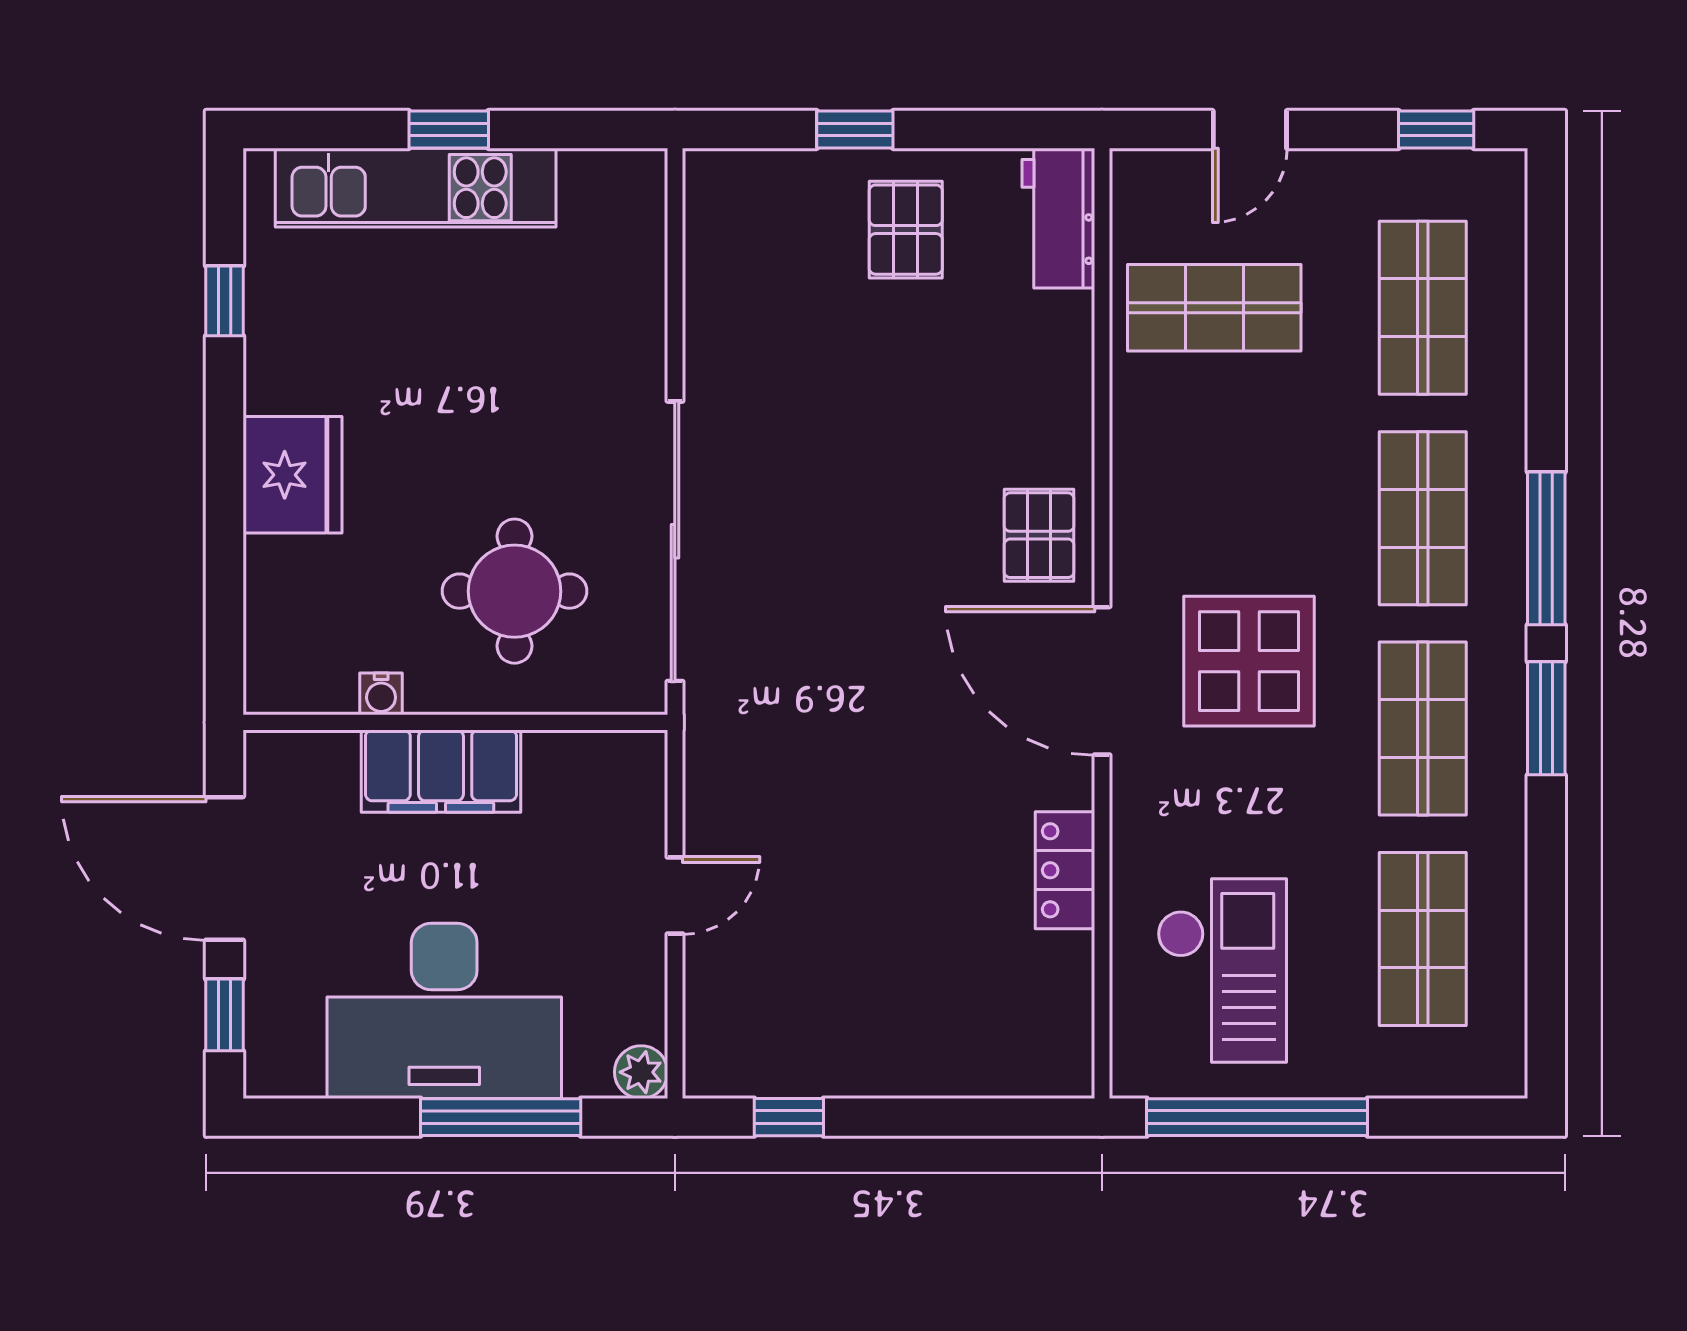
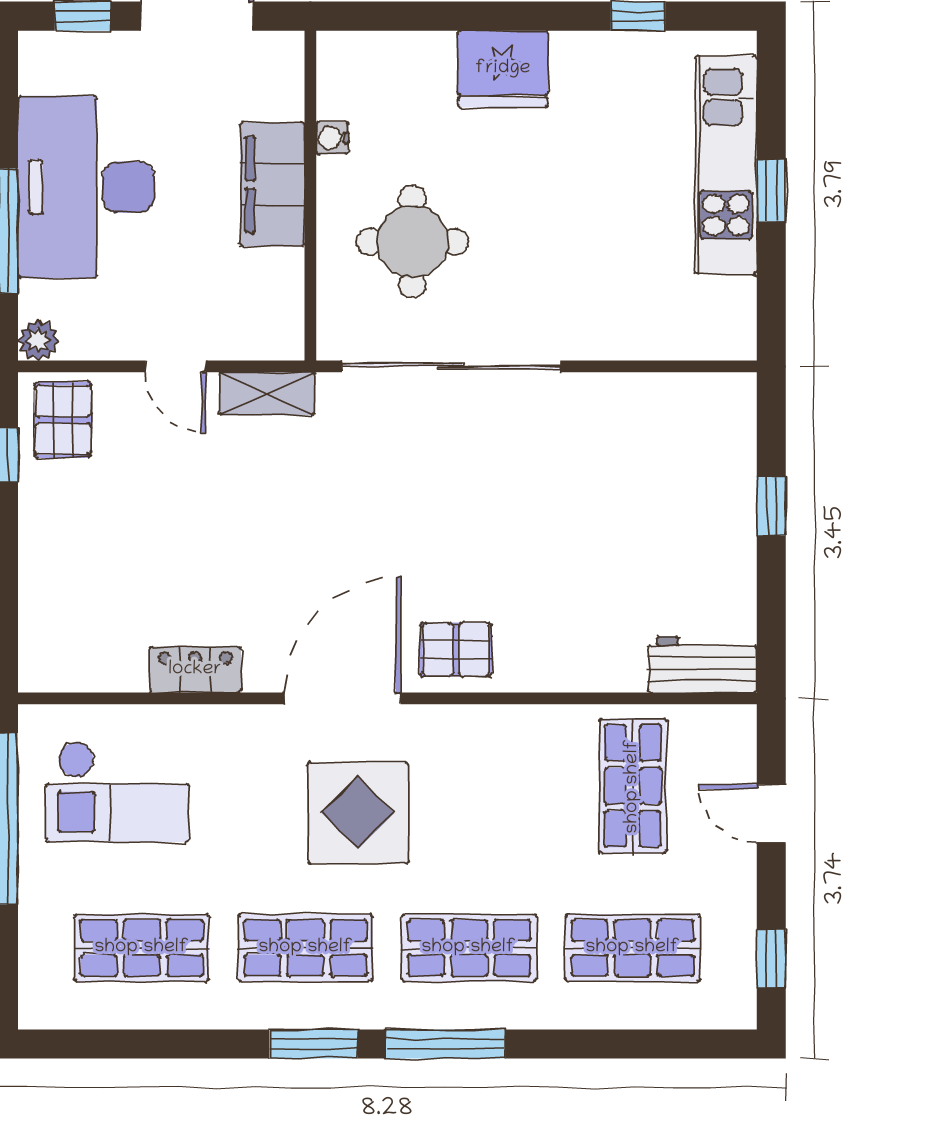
pallet: (906, 230) -> (63, 420), moved, turned 90
shelving: (710, 778) -> (267, 394), added

